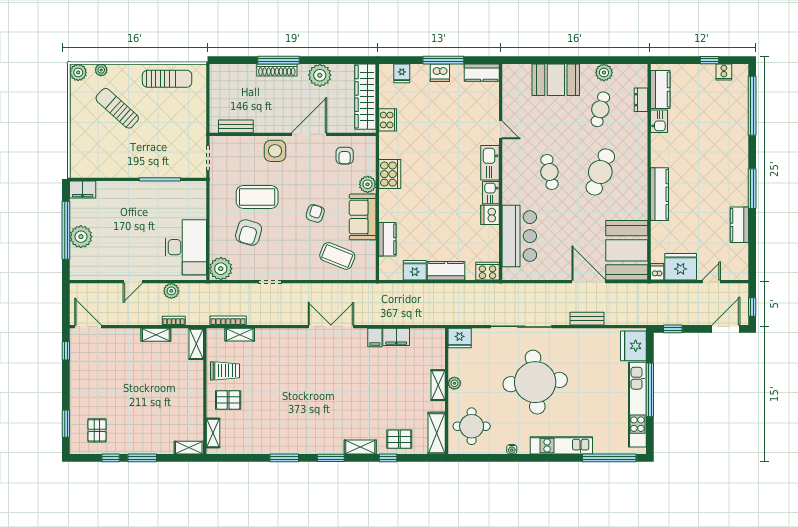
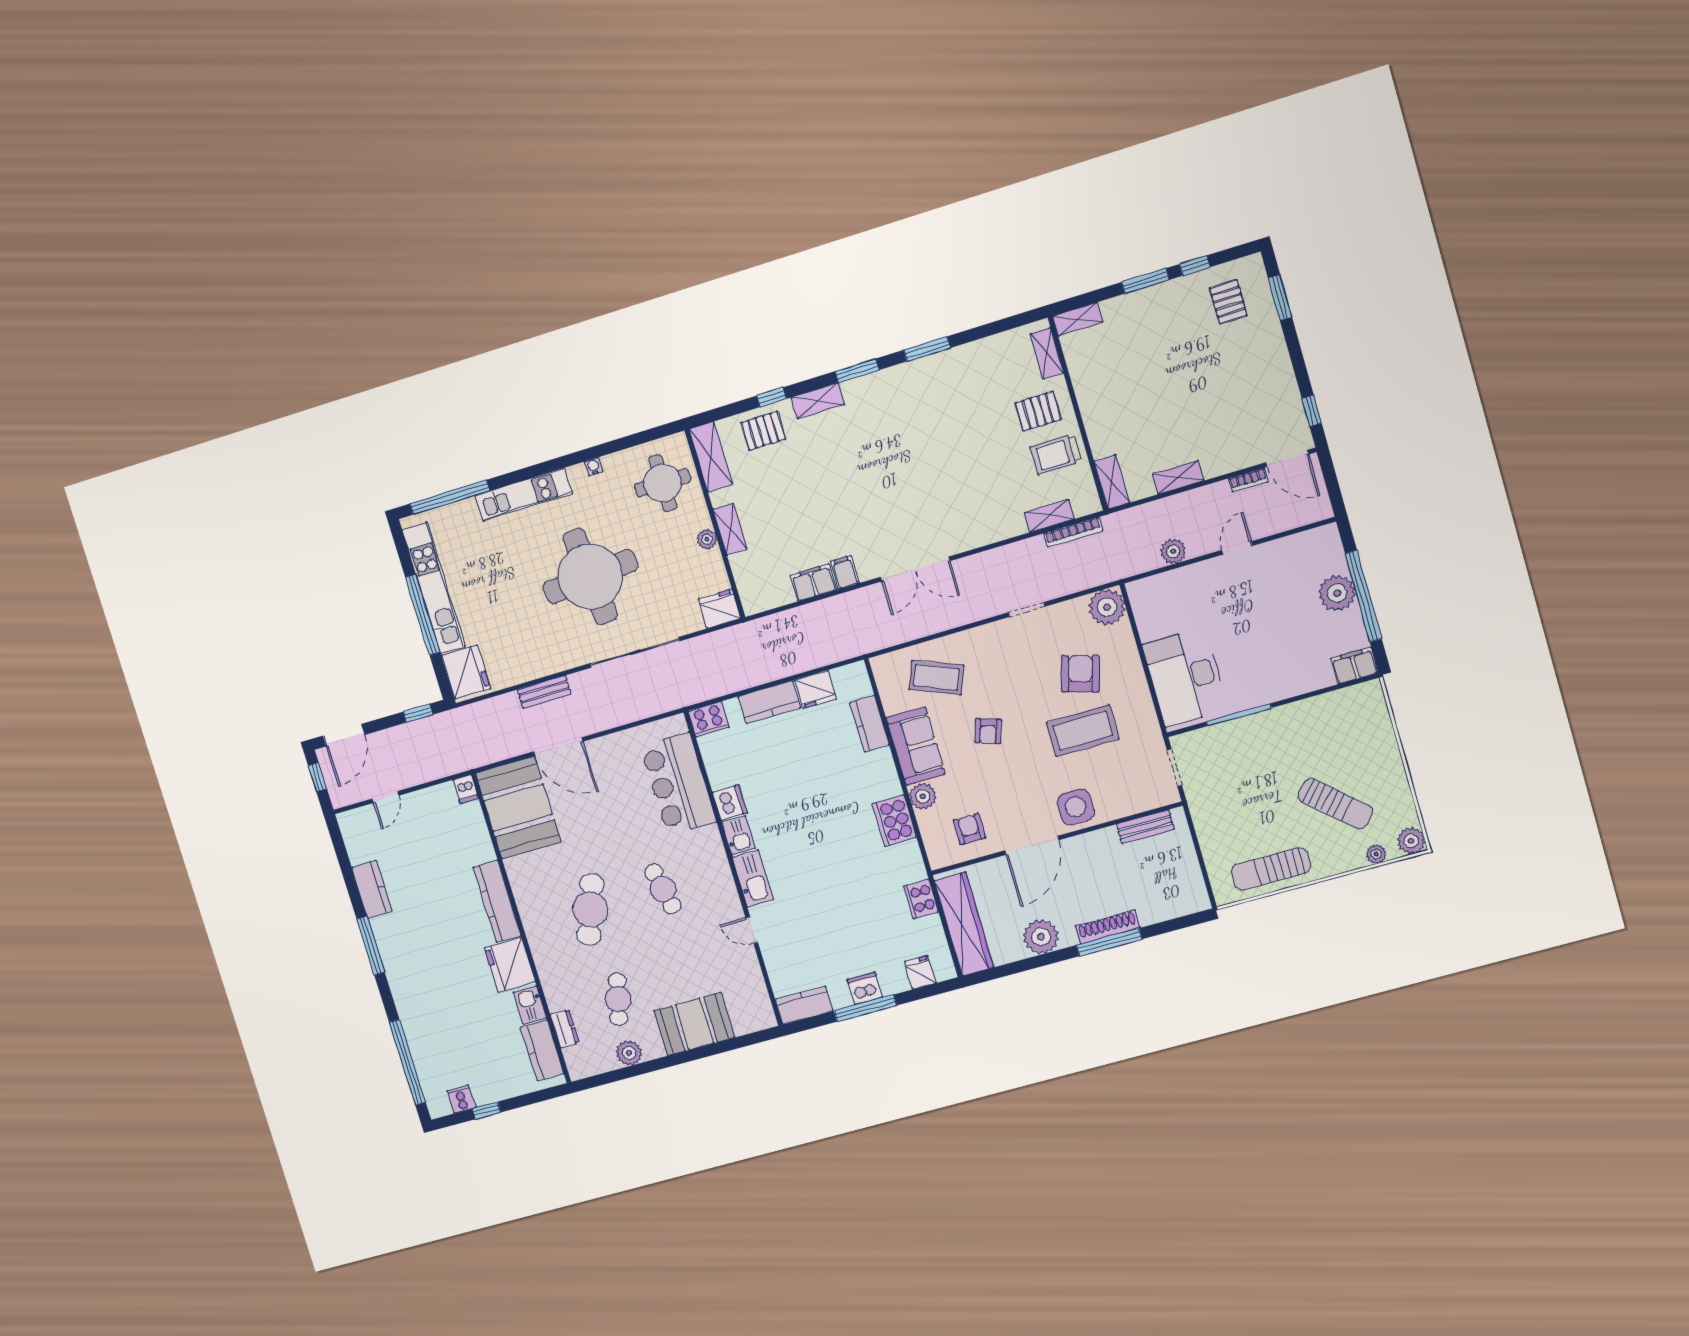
desk: (186, 247) -> (1185, 677), moved
fridge: (681, 267) -> (510, 965), moved, turned 90
bookcase: (174, 321) -> (1248, 480), moved

